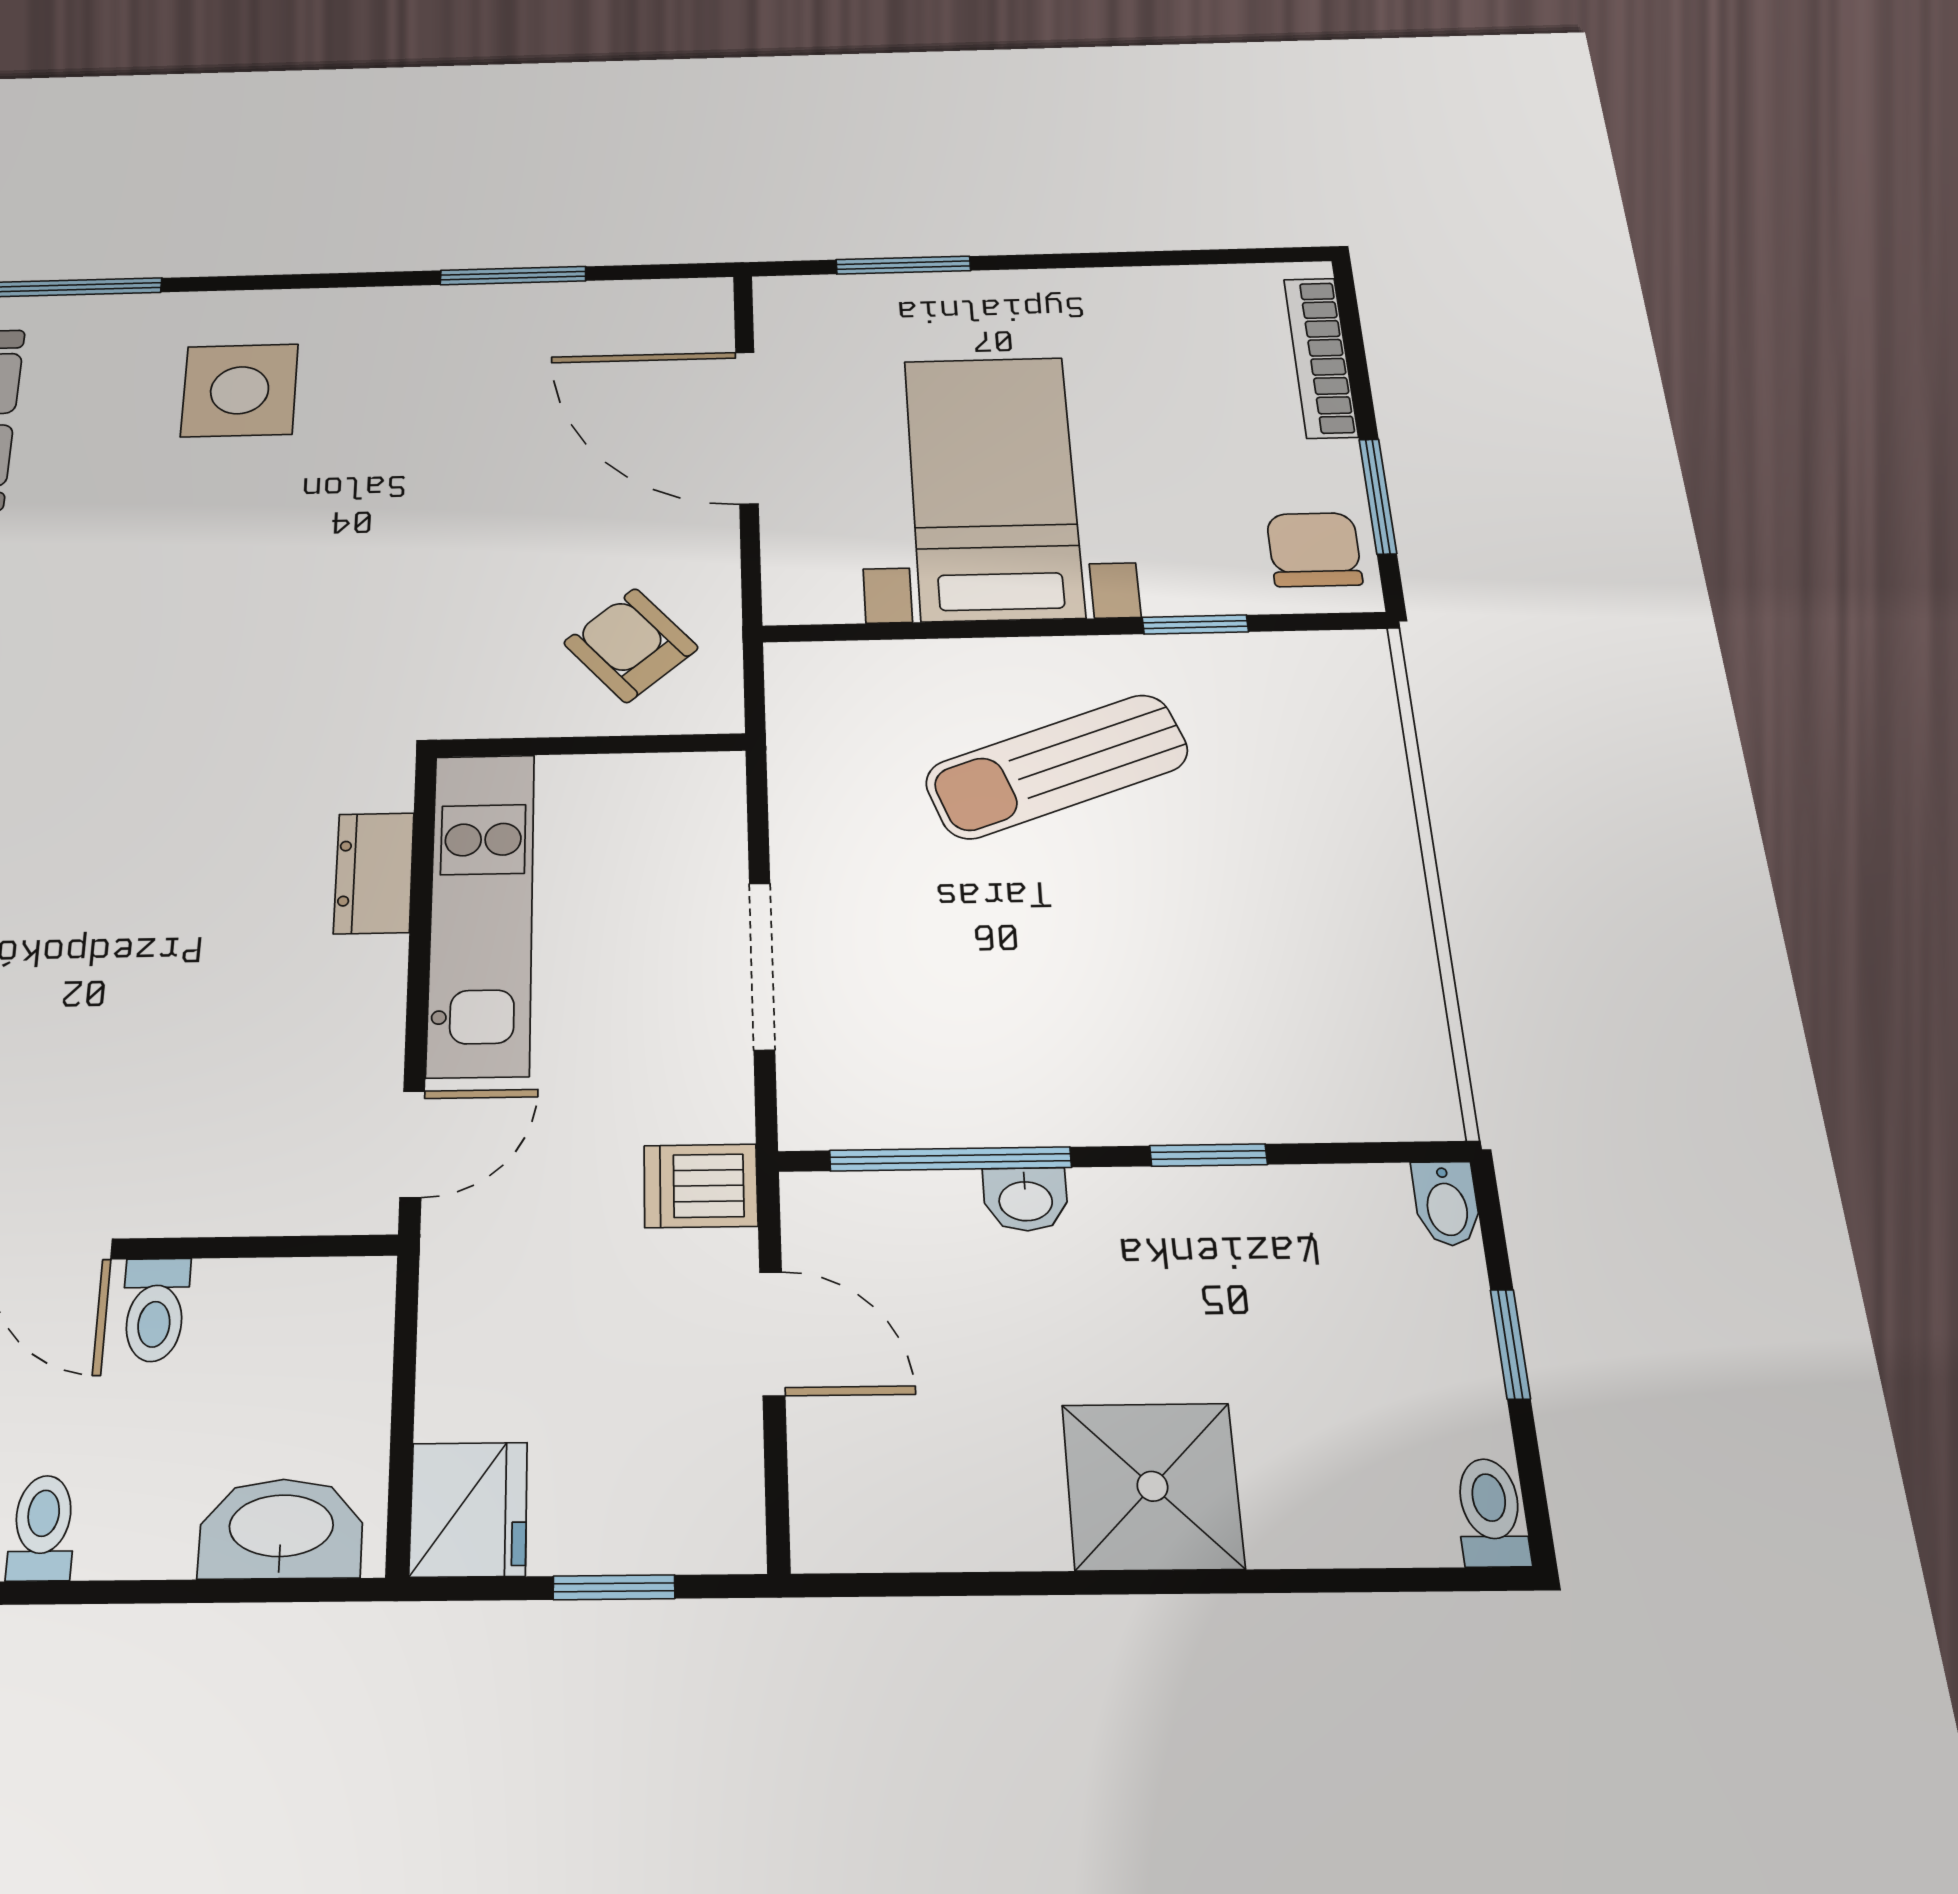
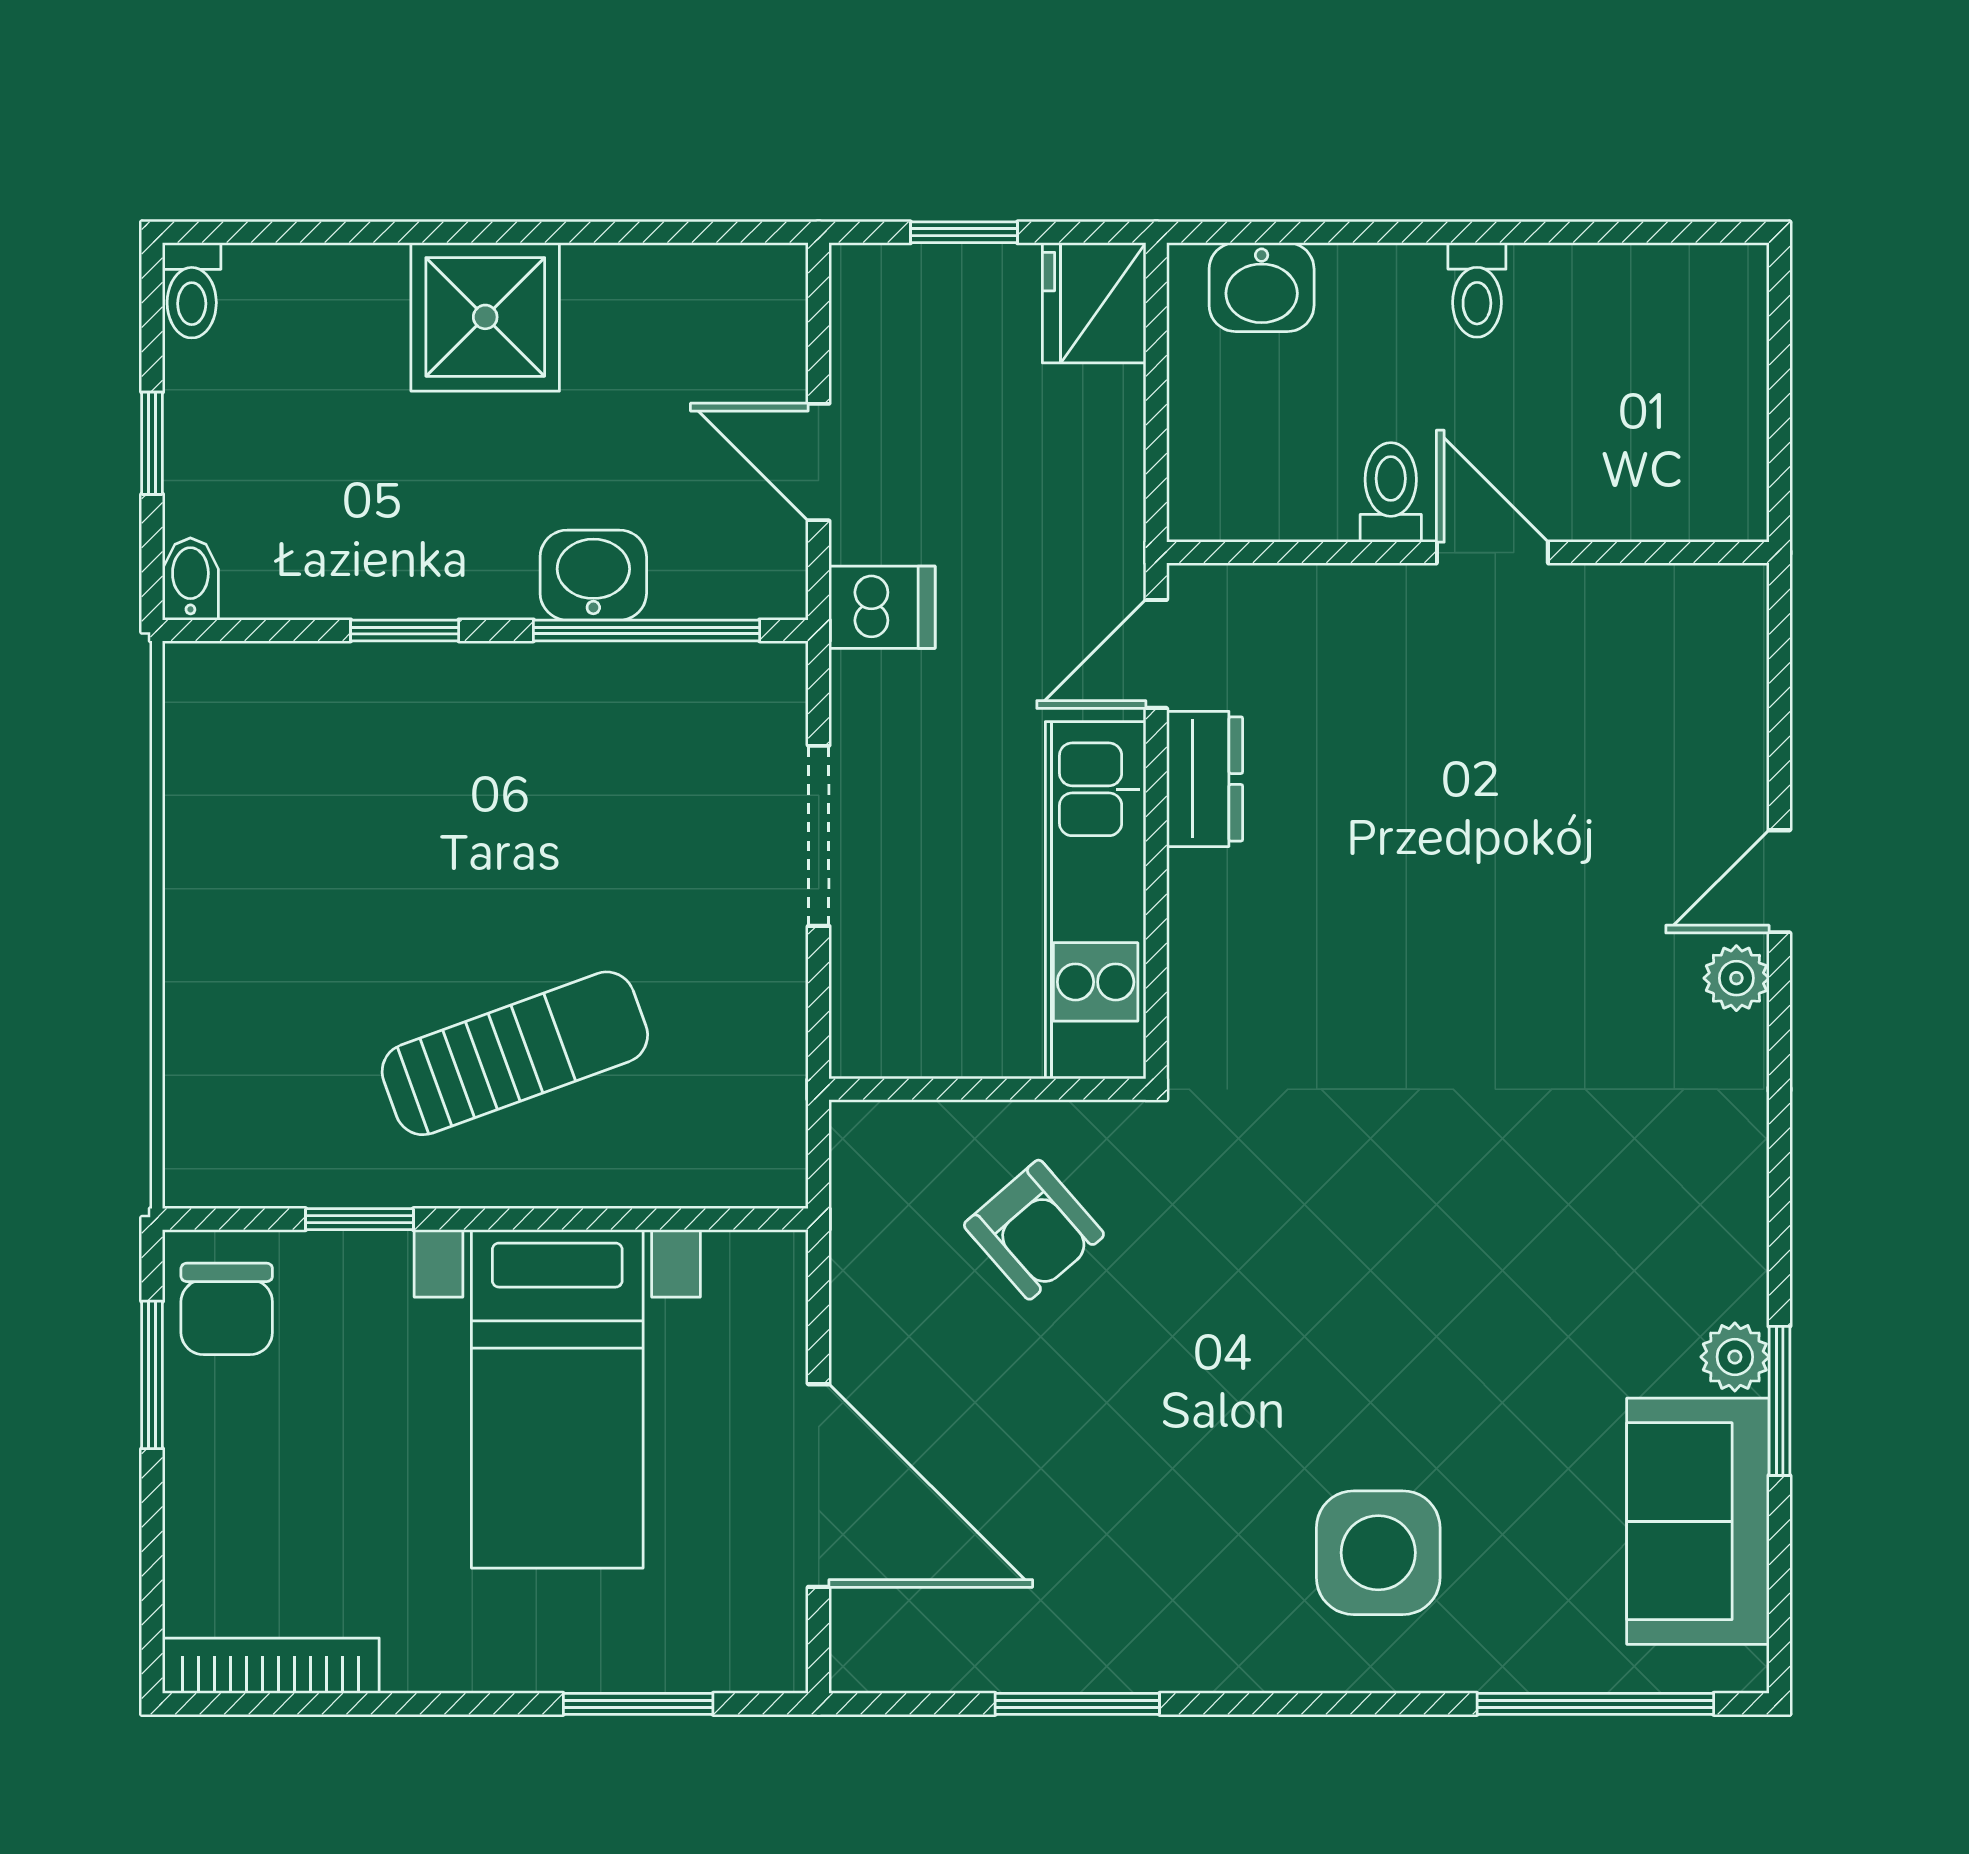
bookcase: (1321, 357) -> (271, 1666), moved, turned -90
armchair: (631, 645) -> (1034, 1230), moved
dresser: (374, 873) -> (1205, 779), moved
washbasin: (1026, 1199) -> (593, 575), width x1.38, depth x1.45
washbasin: (281, 1529) -> (1262, 287), width x0.72

